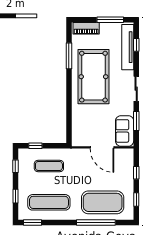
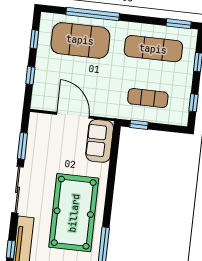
sliding door: (136, 89) -> (17, 190), width x1.37
sofa: (125, 131) -> (100, 141), moved, turned 180
window: (35, 146) -> (139, 125), moved

